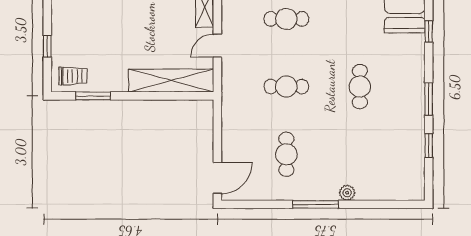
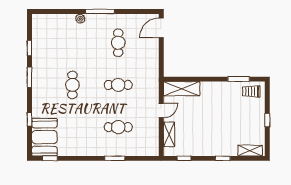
window: (47, 46) -> (267, 120), moved
shelving: (171, 81) -> (182, 89), width x0.68

